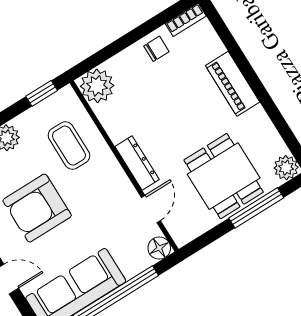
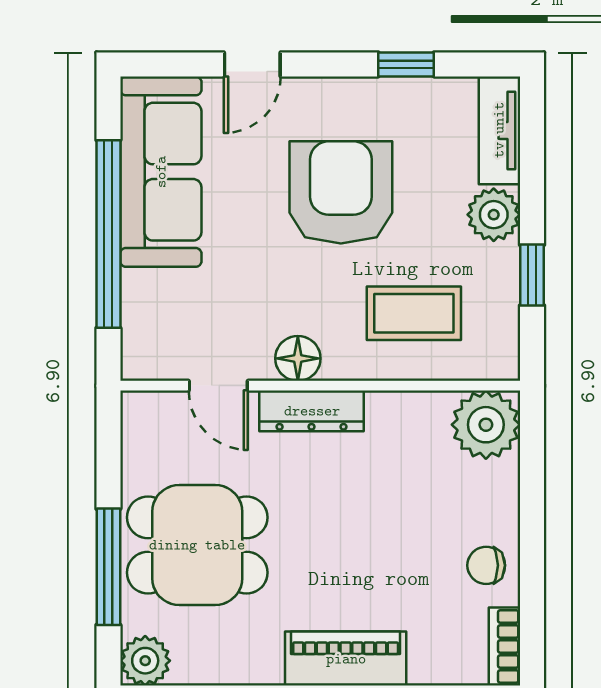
chair: (156, 49) -> (486, 565), turned 90
window: (42, 93) -> (532, 275), moved
floor lamp: (159, 248) -> (298, 358), moved

